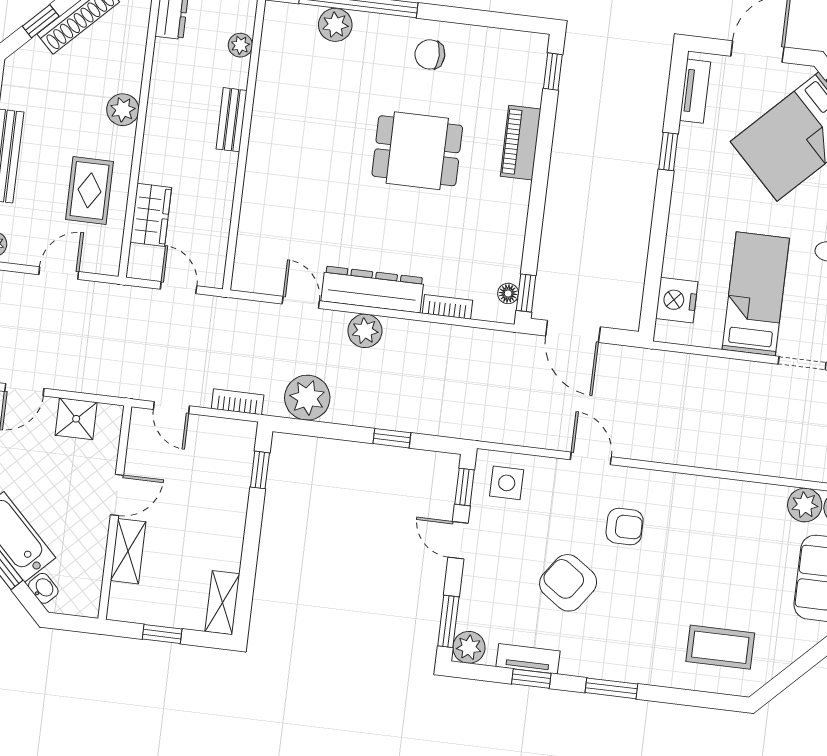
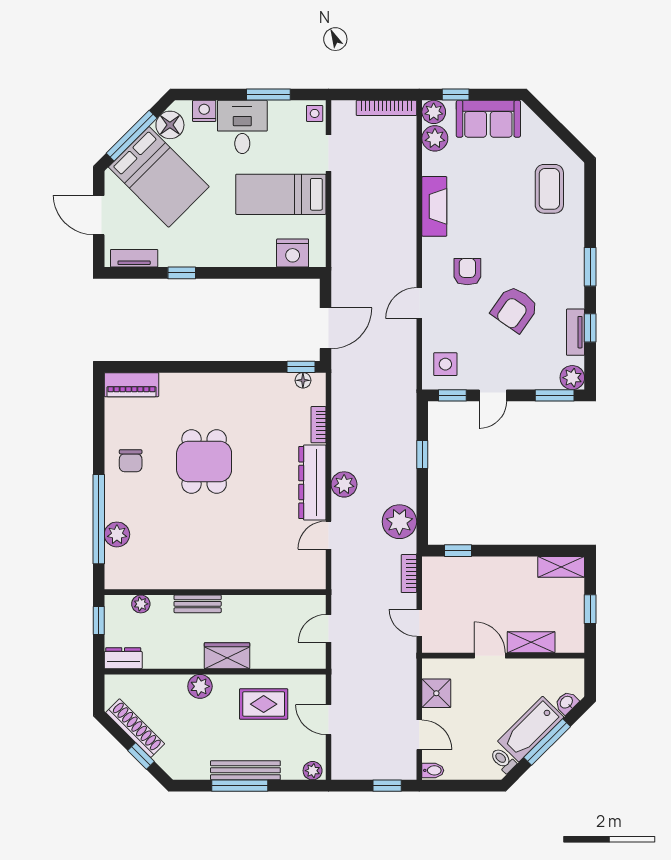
window: (553, 72) -> (132, 367), removed
piano: (521, 143) -> (131, 385), moved
wardrobe: (151, 215) -> (227, 656), moved
door: (171, 408) -> (419, 623), swing flipped
fireplace: (715, 493) -> (434, 206), added

